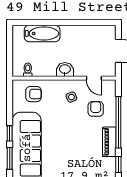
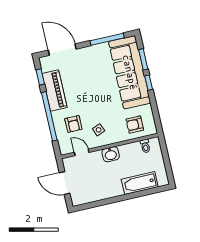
piano: (109, 142) -> (55, 91), width x1.37, depth x1.33

